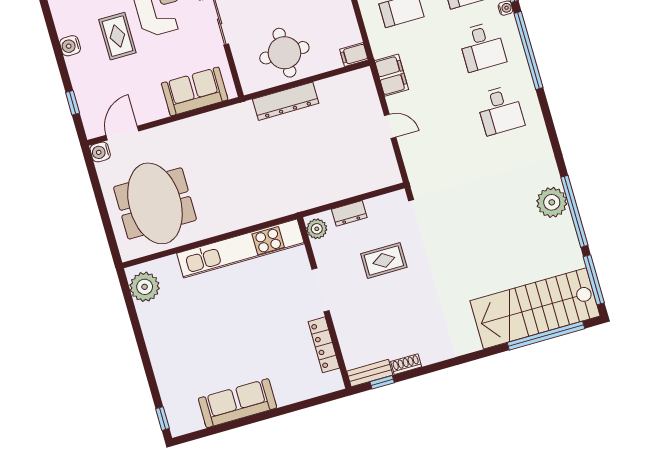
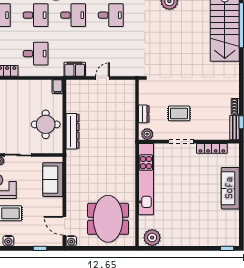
meeting table: (155, 203) -> (108, 219), turned 90
rug: (384, 260) -> (179, 113), moved, turned 90
sofa: (237, 403) -> (230, 188), moved

